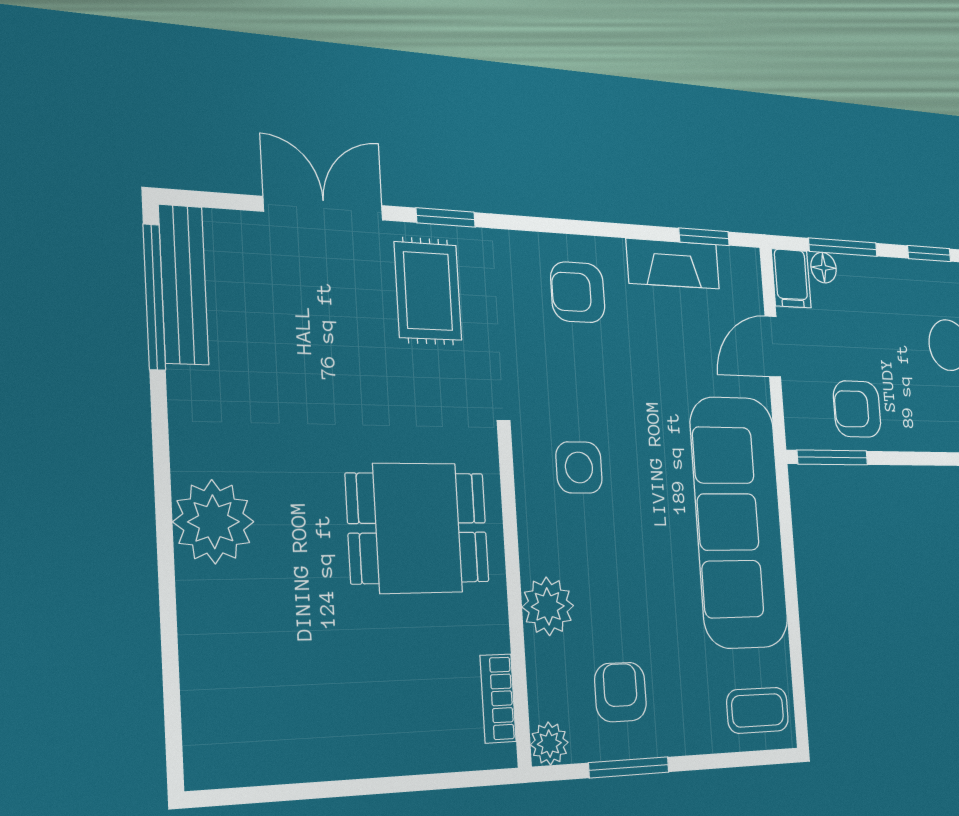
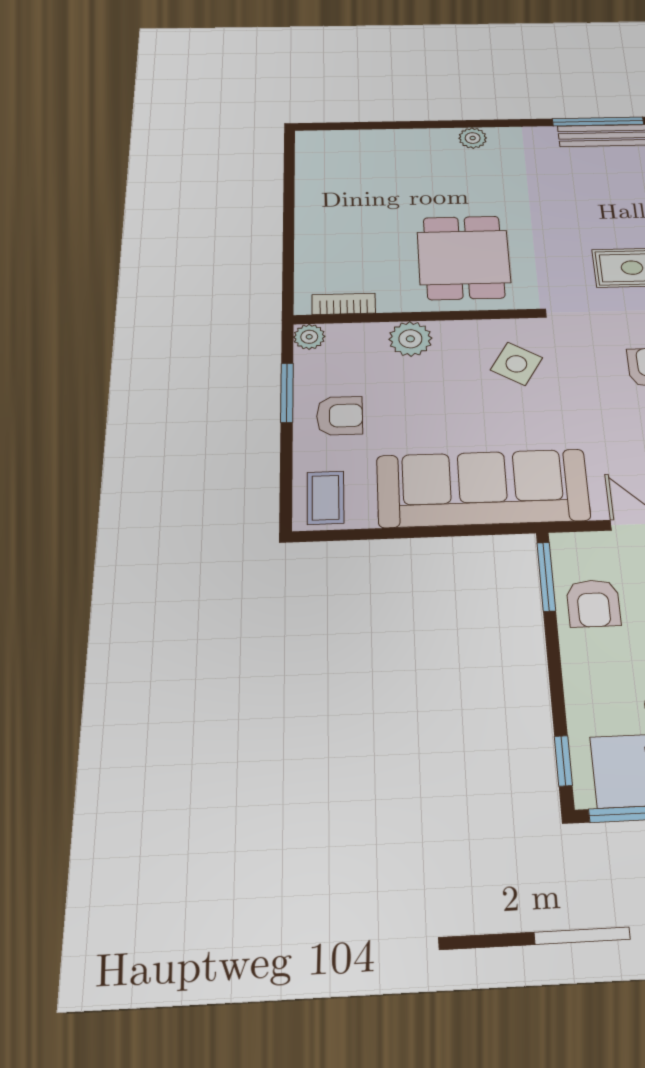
armchair: (857, 409) -> (593, 603), turned 180
side table: (579, 467) -> (516, 364), turned 31
plant: (214, 522) -> (473, 138), width x0.53, depth x0.53
armchair: (620, 692) -> (340, 416), moved

